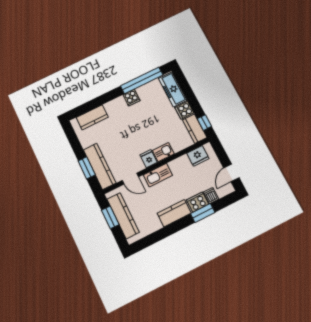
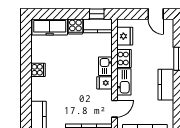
window: (142, 80) -> (26, 52), removed
dishwasher: (211, 196) -> (167, 43), removed
cooker: (198, 202) -> (124, 58), moved, turned 180

